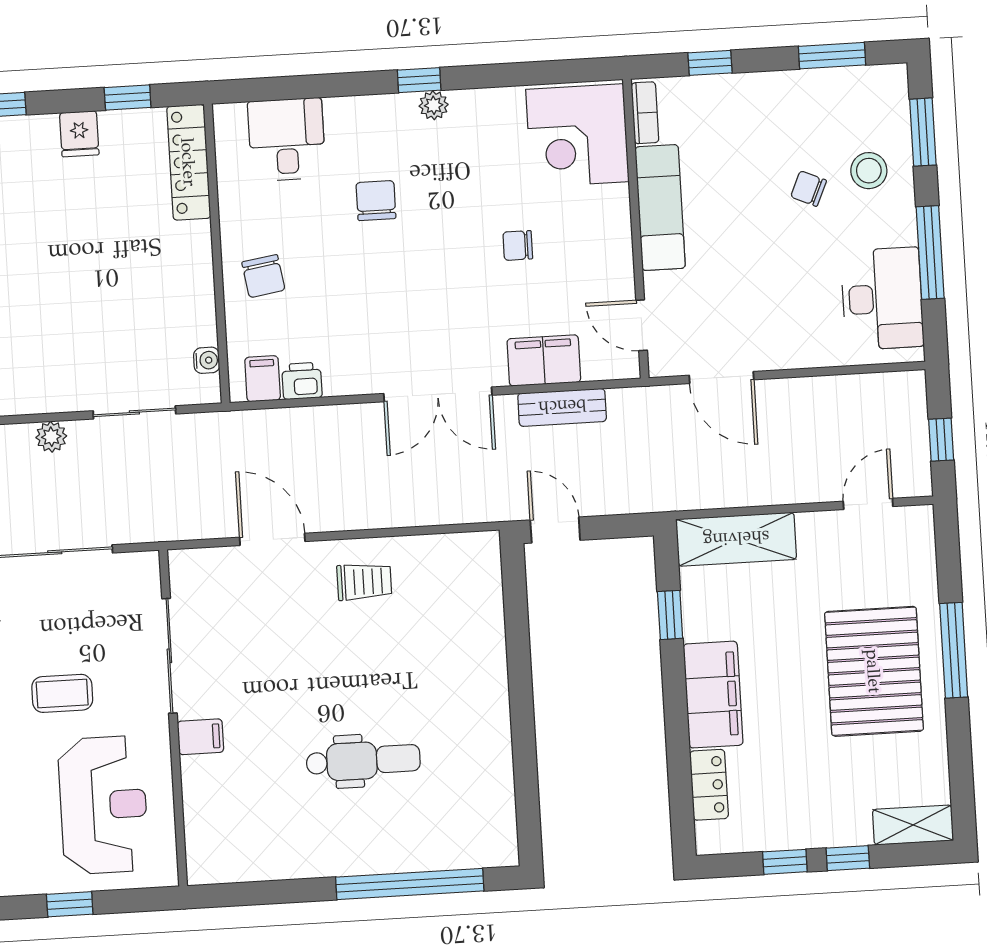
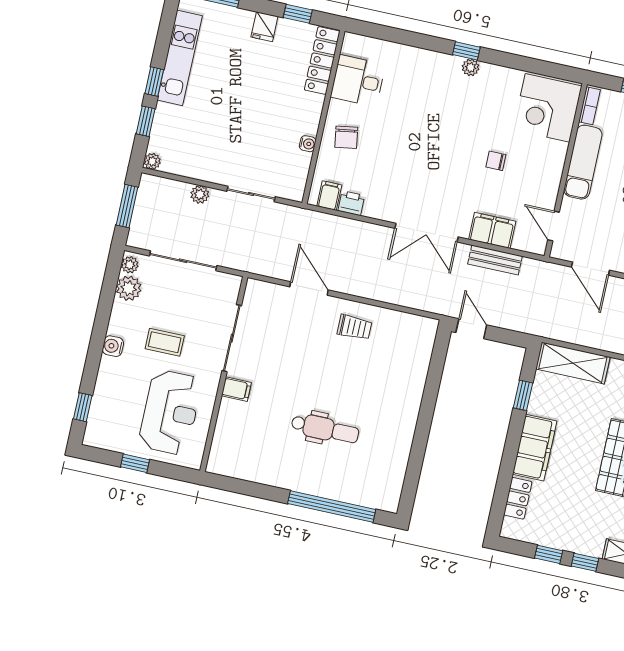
desk: (287, 140) -> (358, 81), moved, turned -90
chair: (376, 201) -> (422, 112), removed
water cooler: (207, 360) -> (308, 144), moved

